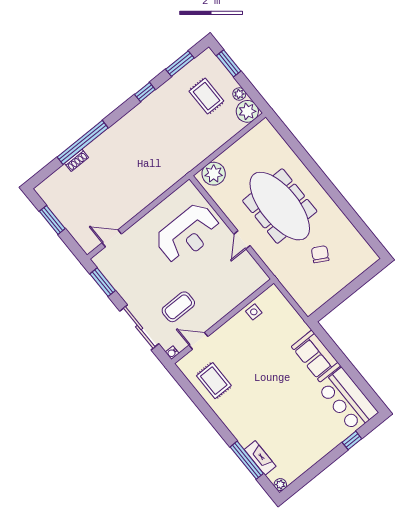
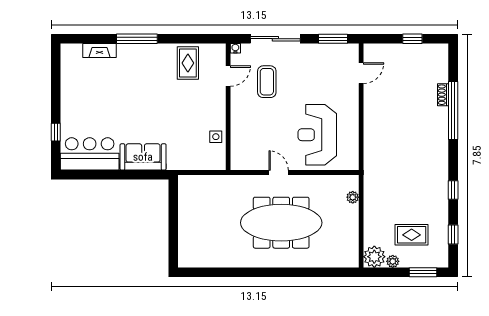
window: (180, 64) -> (453, 235), width x0.67
plant: (214, 174) -> (353, 197), width x0.53, depth x0.53
window: (52, 220) -> (412, 39), width x0.67
chair: (320, 254) -> (219, 224), removed
rug: (214, 381) -> (188, 63), turned 90
window: (247, 460) -> (137, 39), moved
plant: (280, 485) -> (66, 49), removed

